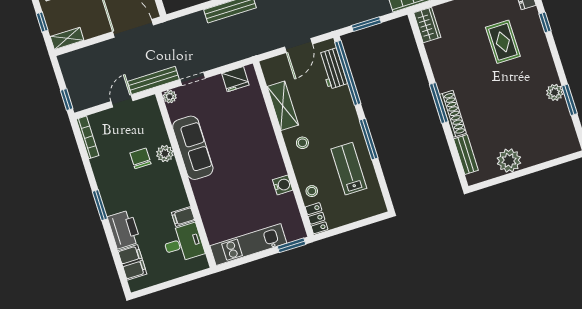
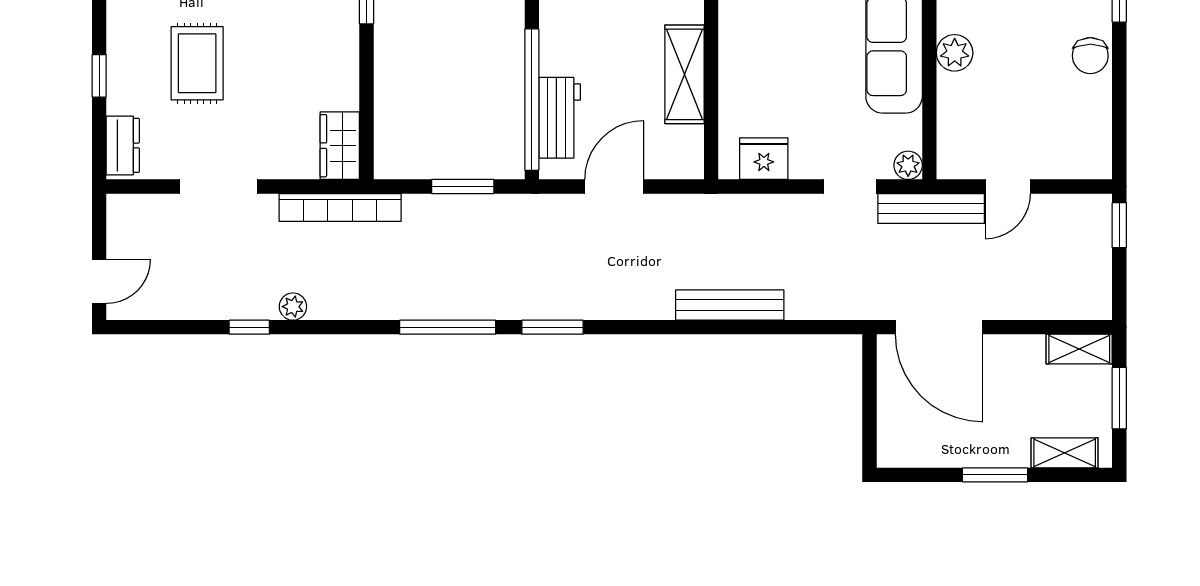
window: (42, 22) -> (1119, 398), width x1.50
bookcase: (88, 137) -> (1101, 135), removed
chair: (141, 158) -> (1090, 56), moved

